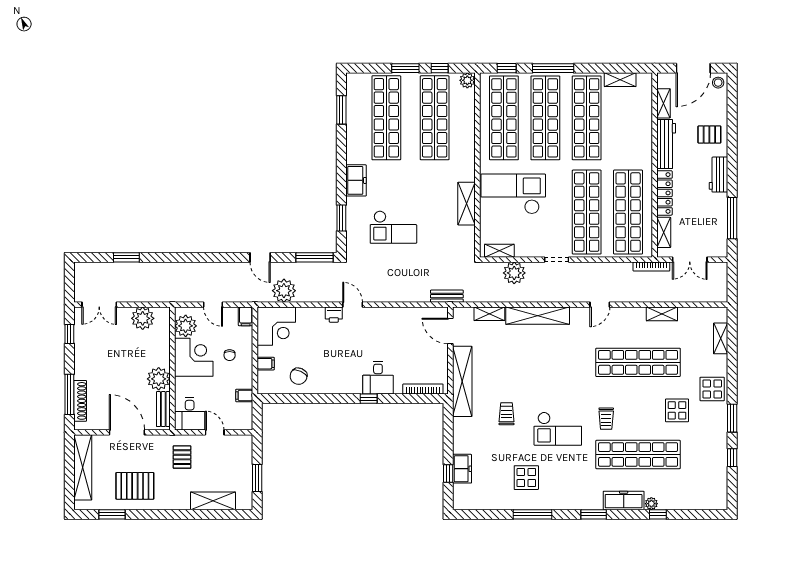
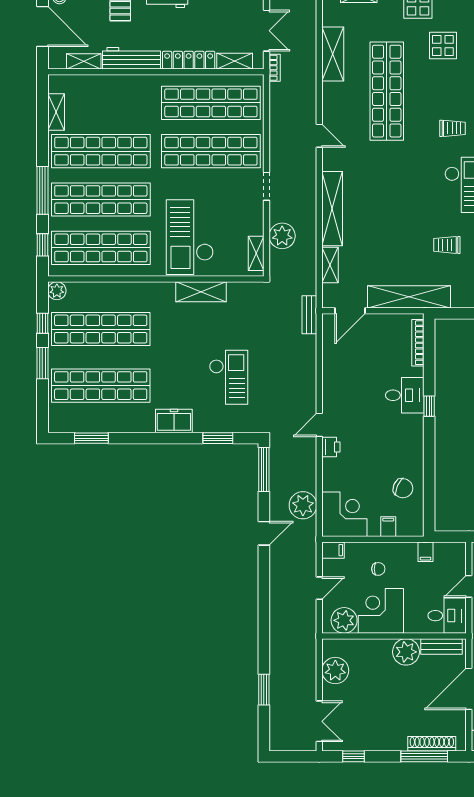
bookcase: (651, 267) -> (275, 68), width x0.64
shelving: (662, 314) -> (333, 54), width x1.50, depth x1.33

